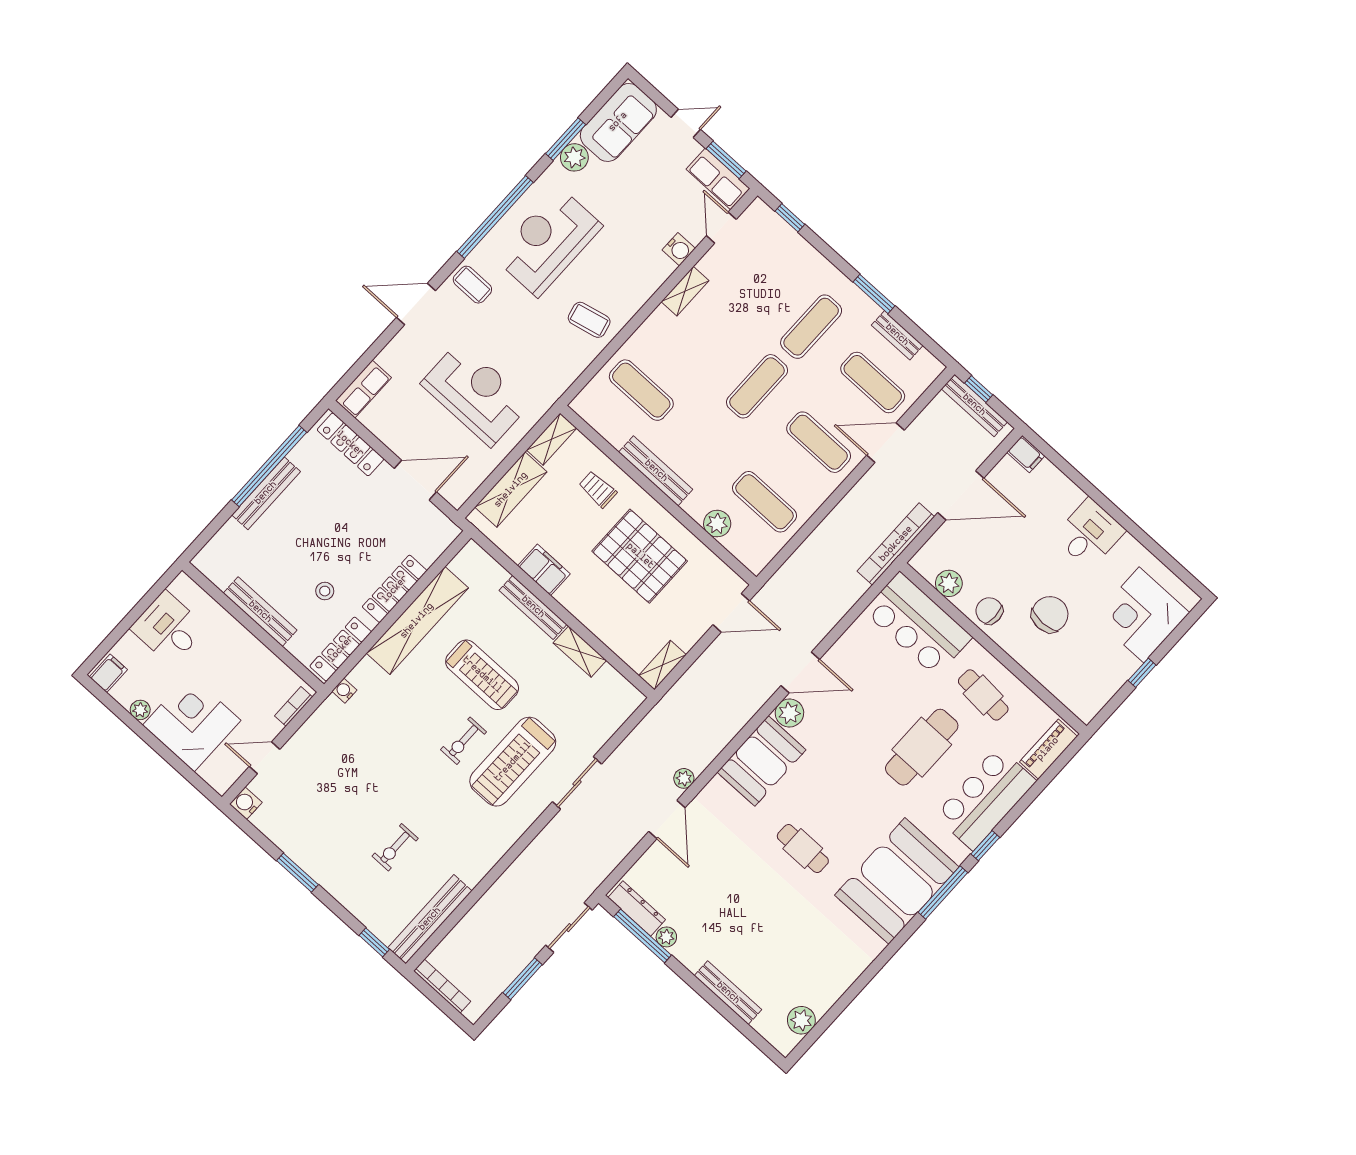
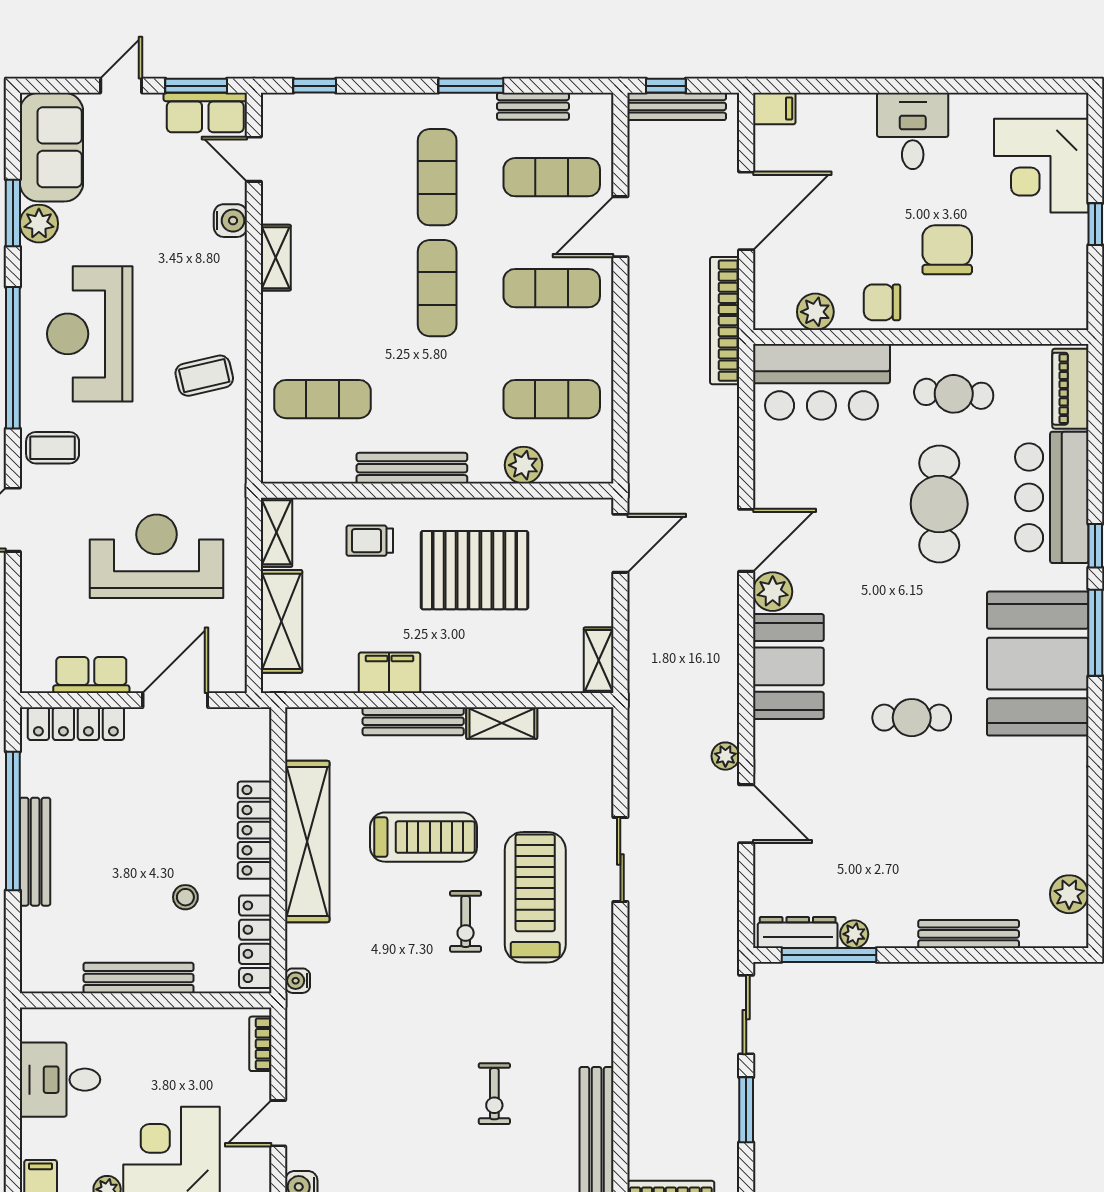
row of seats: (363, 389) -> (91, 675), moved, turned -90
treadmill: (513, 762) -> (535, 897), turned 180

